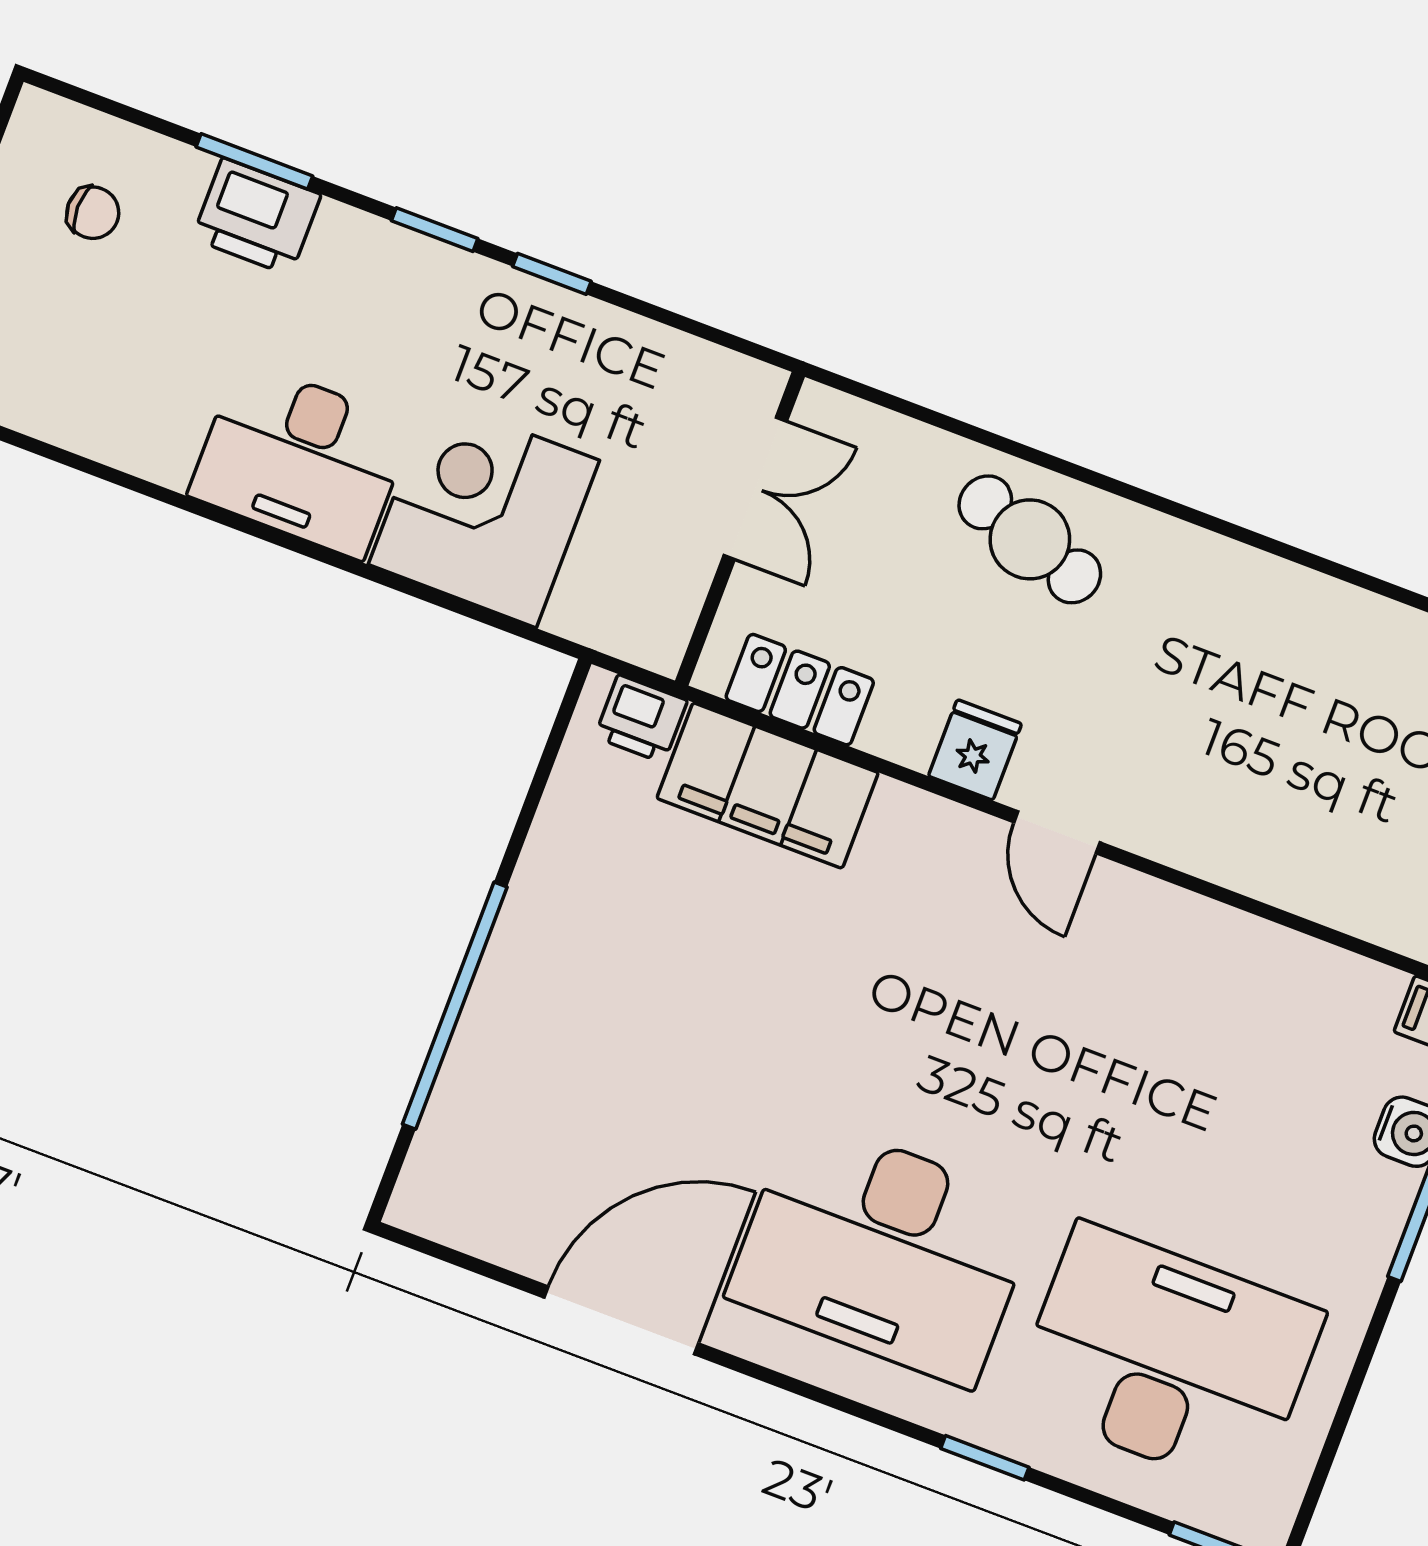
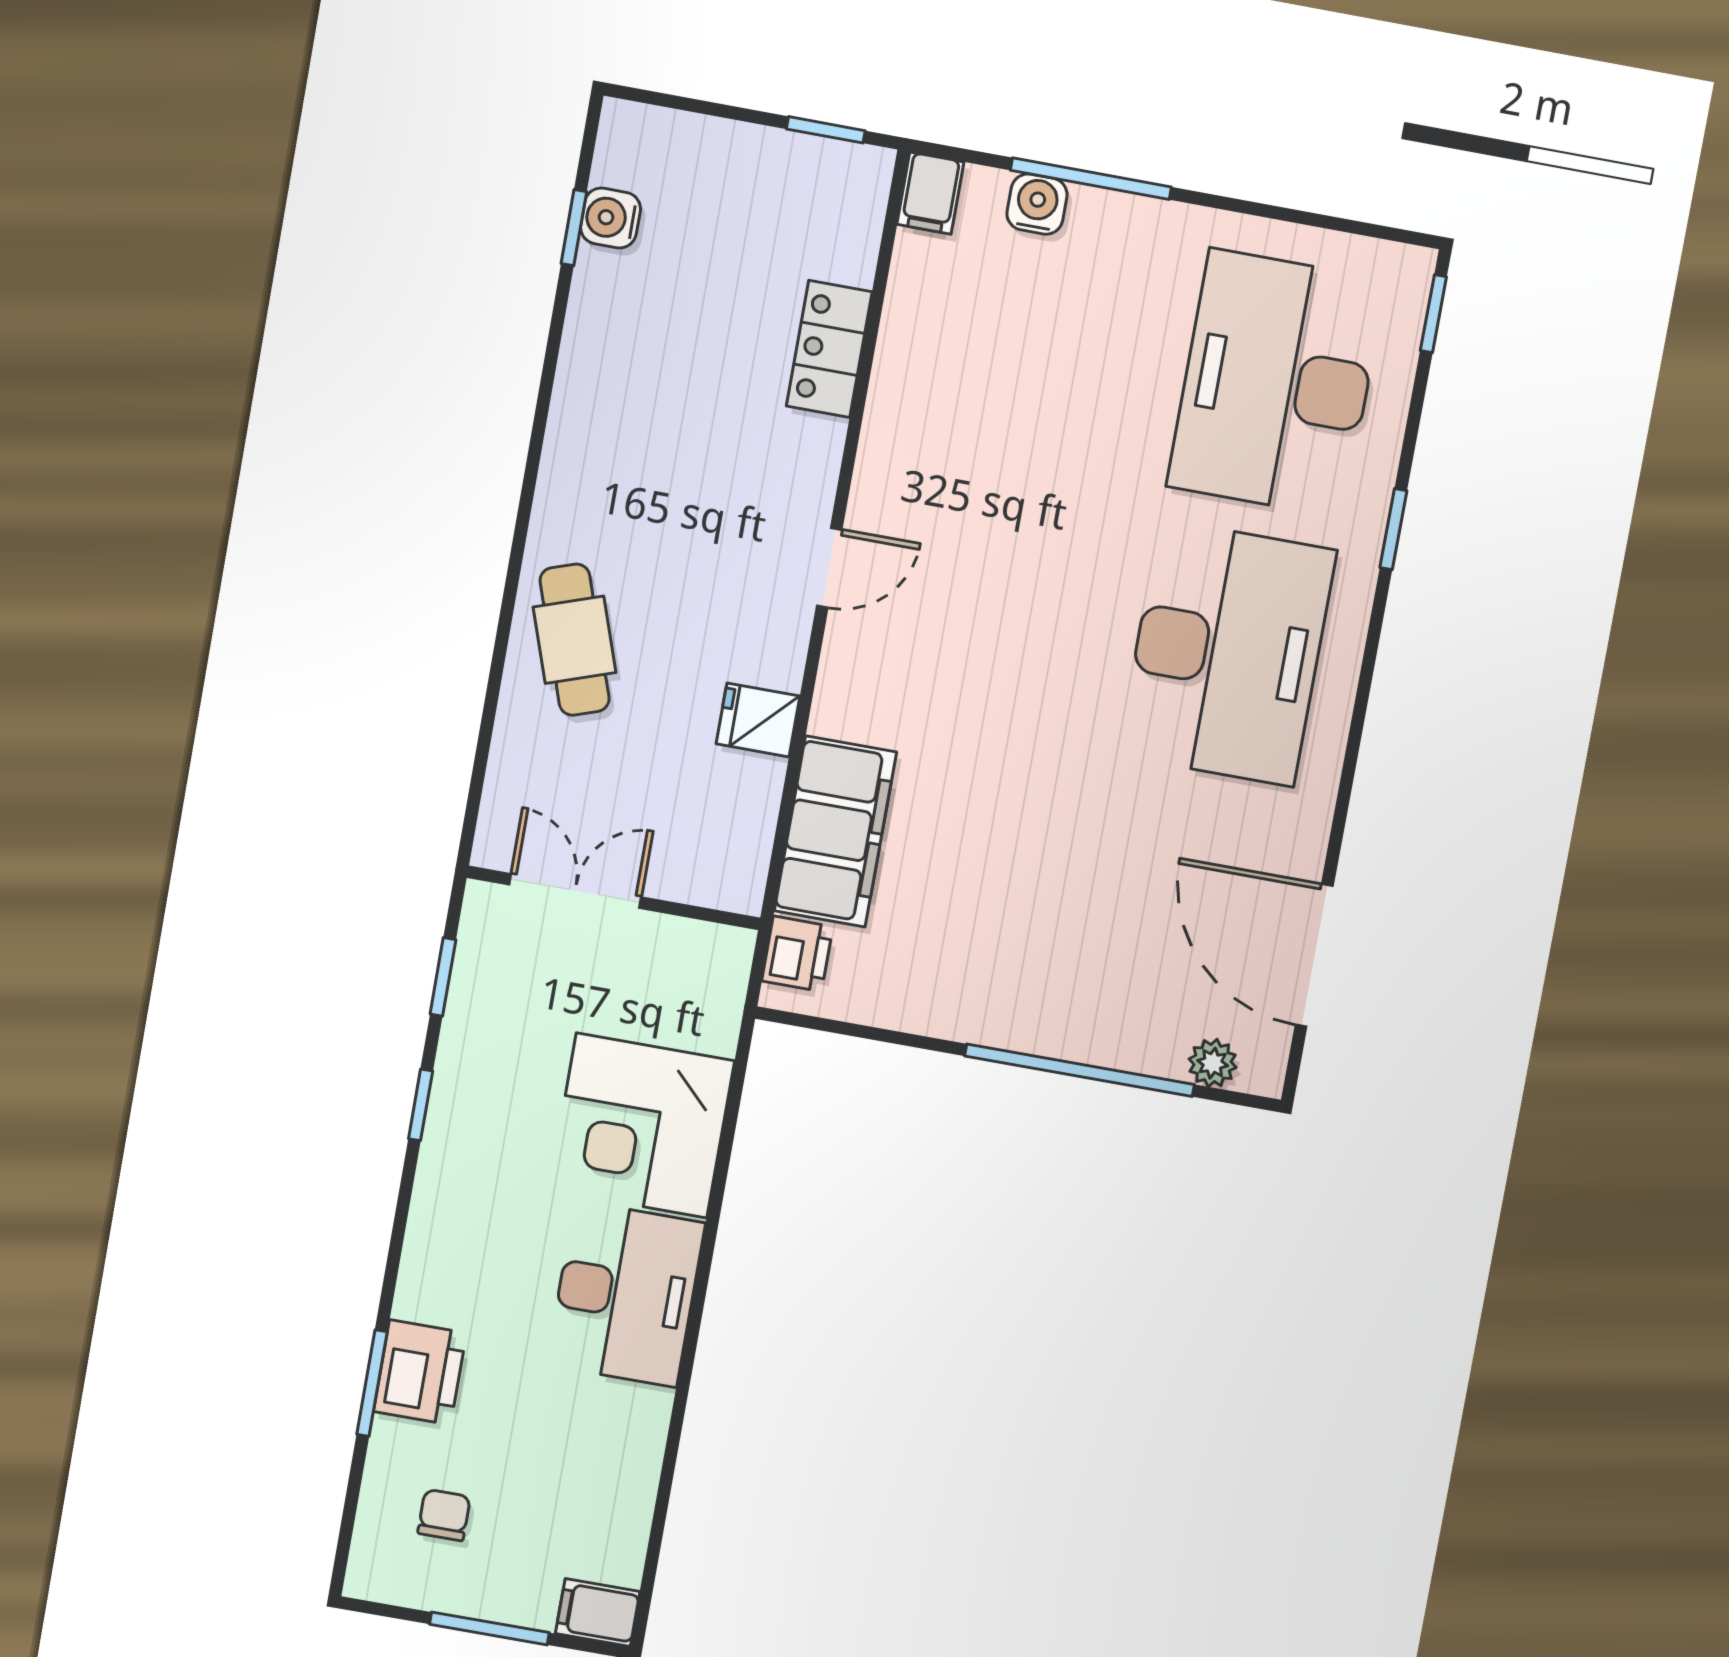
window: (435, 230) -> (443, 977), moved
cafe table: (1030, 539) -> (575, 640), turned -38
locker: (800, 690) -> (829, 349), moved
fridge: (975, 750) -> (758, 720), moved
plant: (435, 1154) -> (1213, 1063), added
door: (621, 1320) -> (1314, 955), moved

